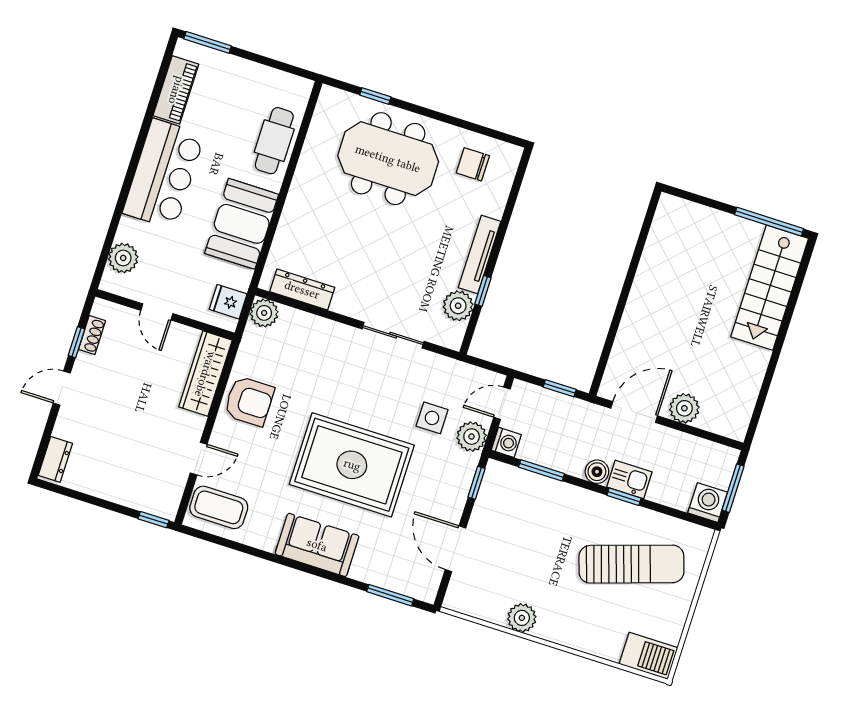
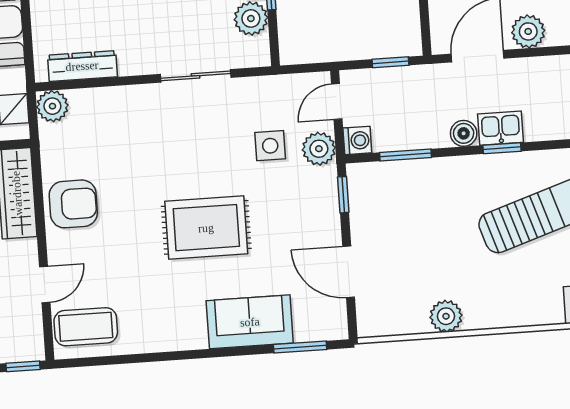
rug: (352, 465) -> (206, 228), width x0.73, depth x0.69
sofa: (317, 545) -> (250, 322), moved

